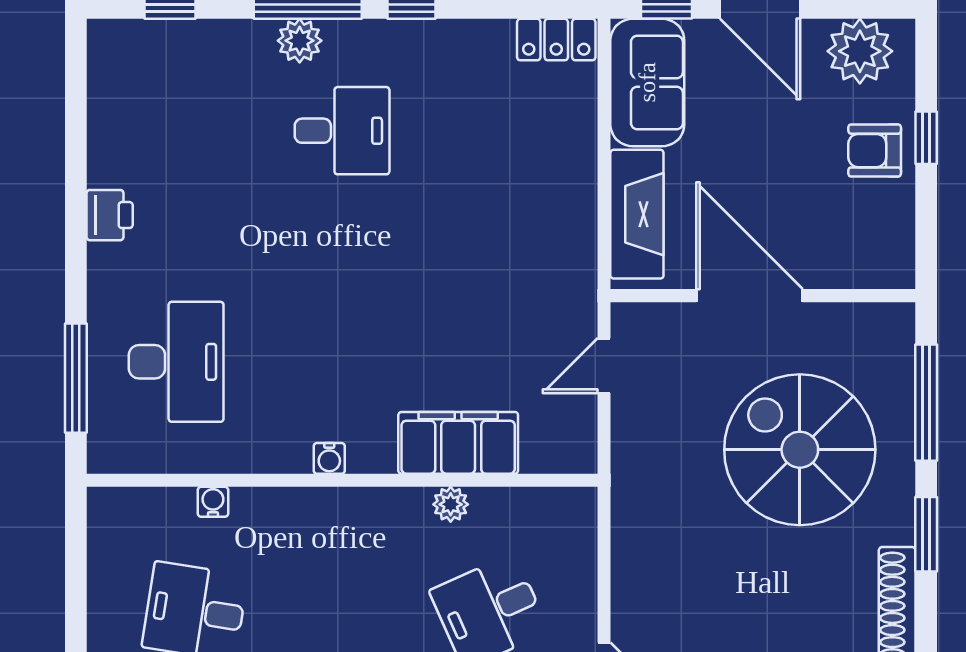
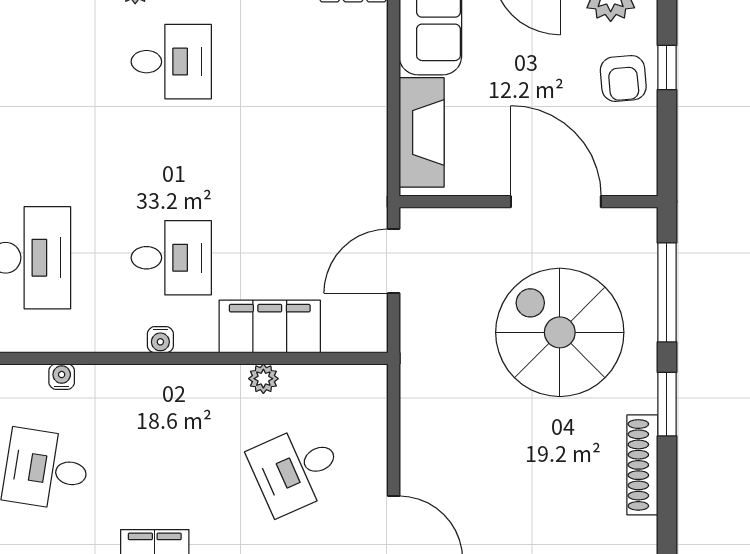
armchair: (875, 151) -> (623, 78), turned -95
door: (749, 296) -> (556, 202), moved
desk: (342, 362) -> (171, 258), added
door: (604, 366) -> (394, 261), width x1.38

